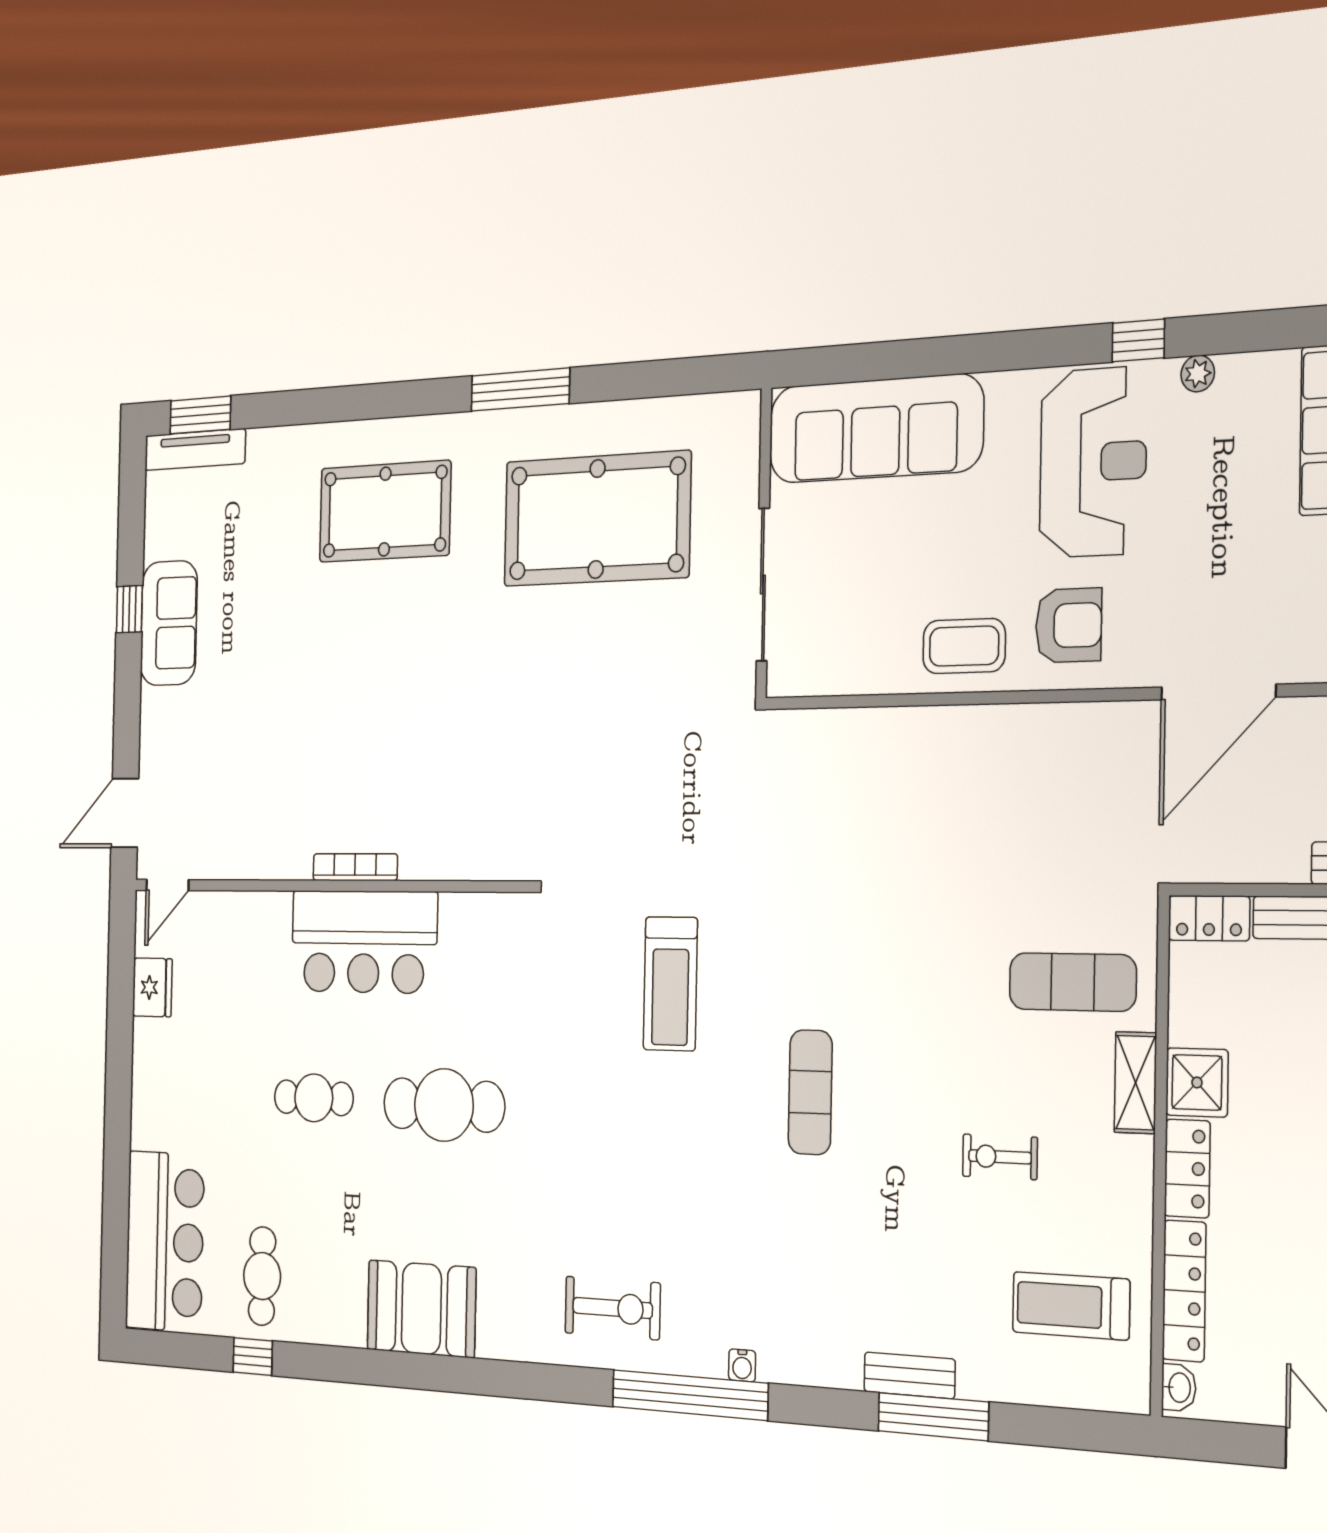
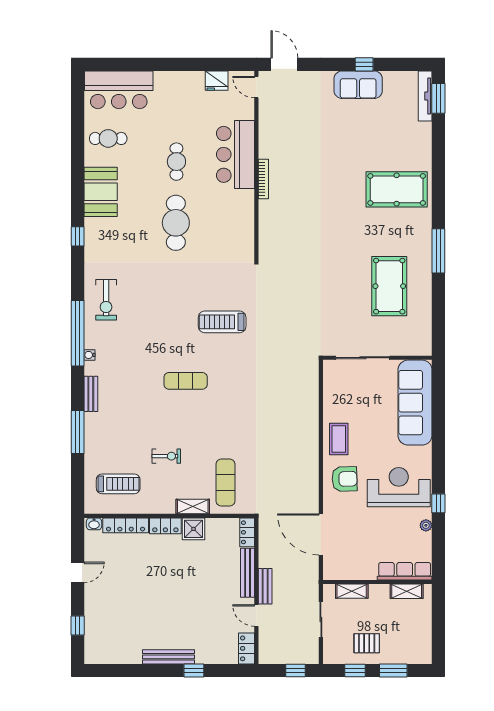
reception desk: (1093, 462) -> (399, 487), turned 180
pool table: (385, 512) -> (397, 189), turned 90
pool table: (597, 519) -> (389, 286), width x0.73, depth x0.76
armchair: (1069, 625) -> (345, 479), turned -92
bar counter: (364, 942) -> (235, 154), moved
exercise bike: (1000, 1157) -> (166, 456), turned 90
treadmill: (1071, 1306) -> (118, 484), turned 90
booth: (421, 1309) -> (101, 192), moved
window: (253, 1357) -> (78, 236), moved
bench: (909, 1375) -> (91, 394), moved

